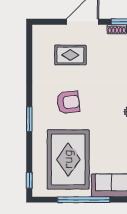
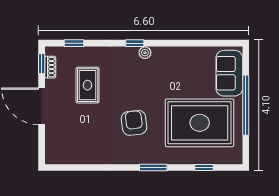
rug: (70, 55) -> (88, 85), moved
window: (29, 180) -> (204, 167), moved

